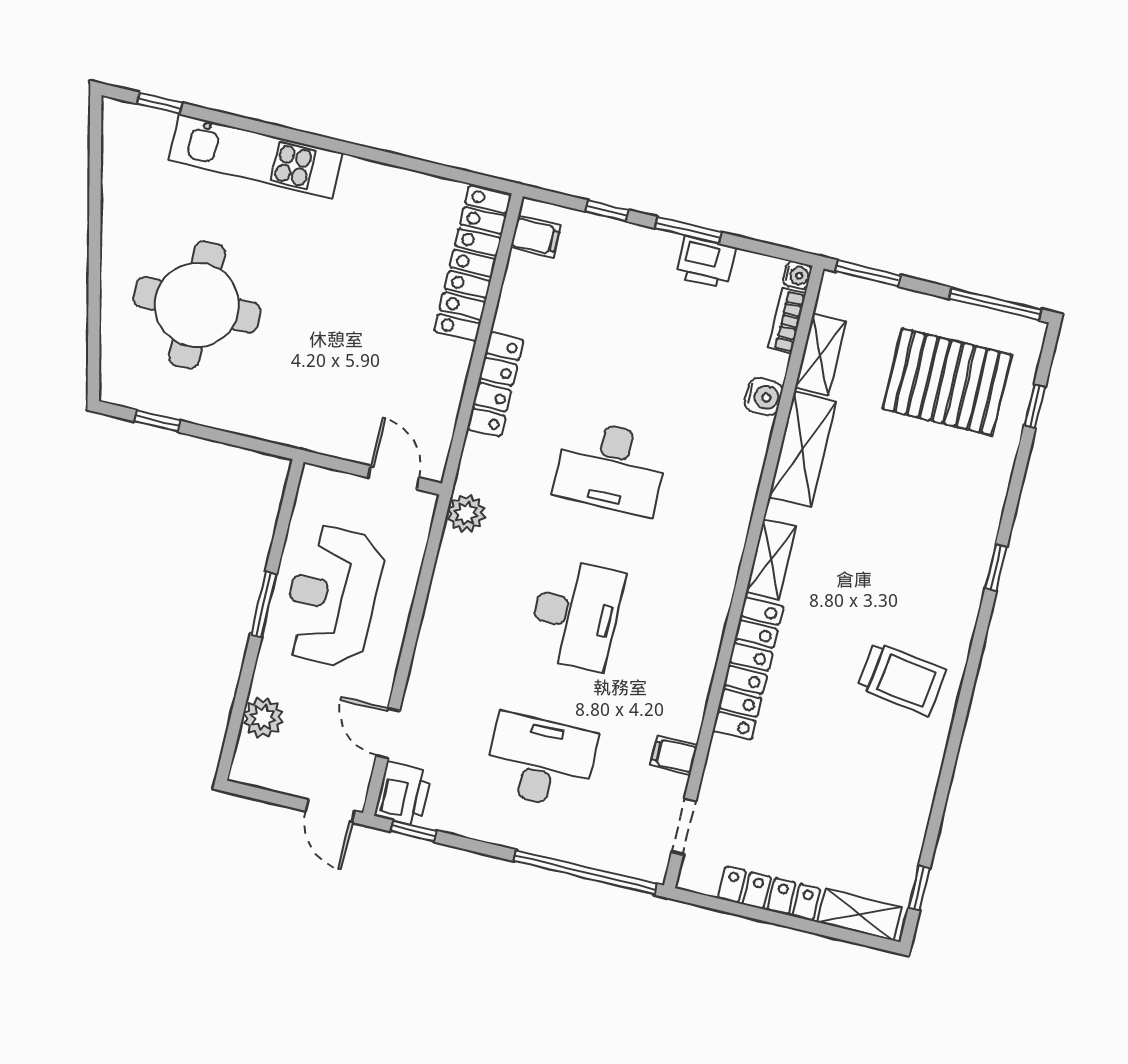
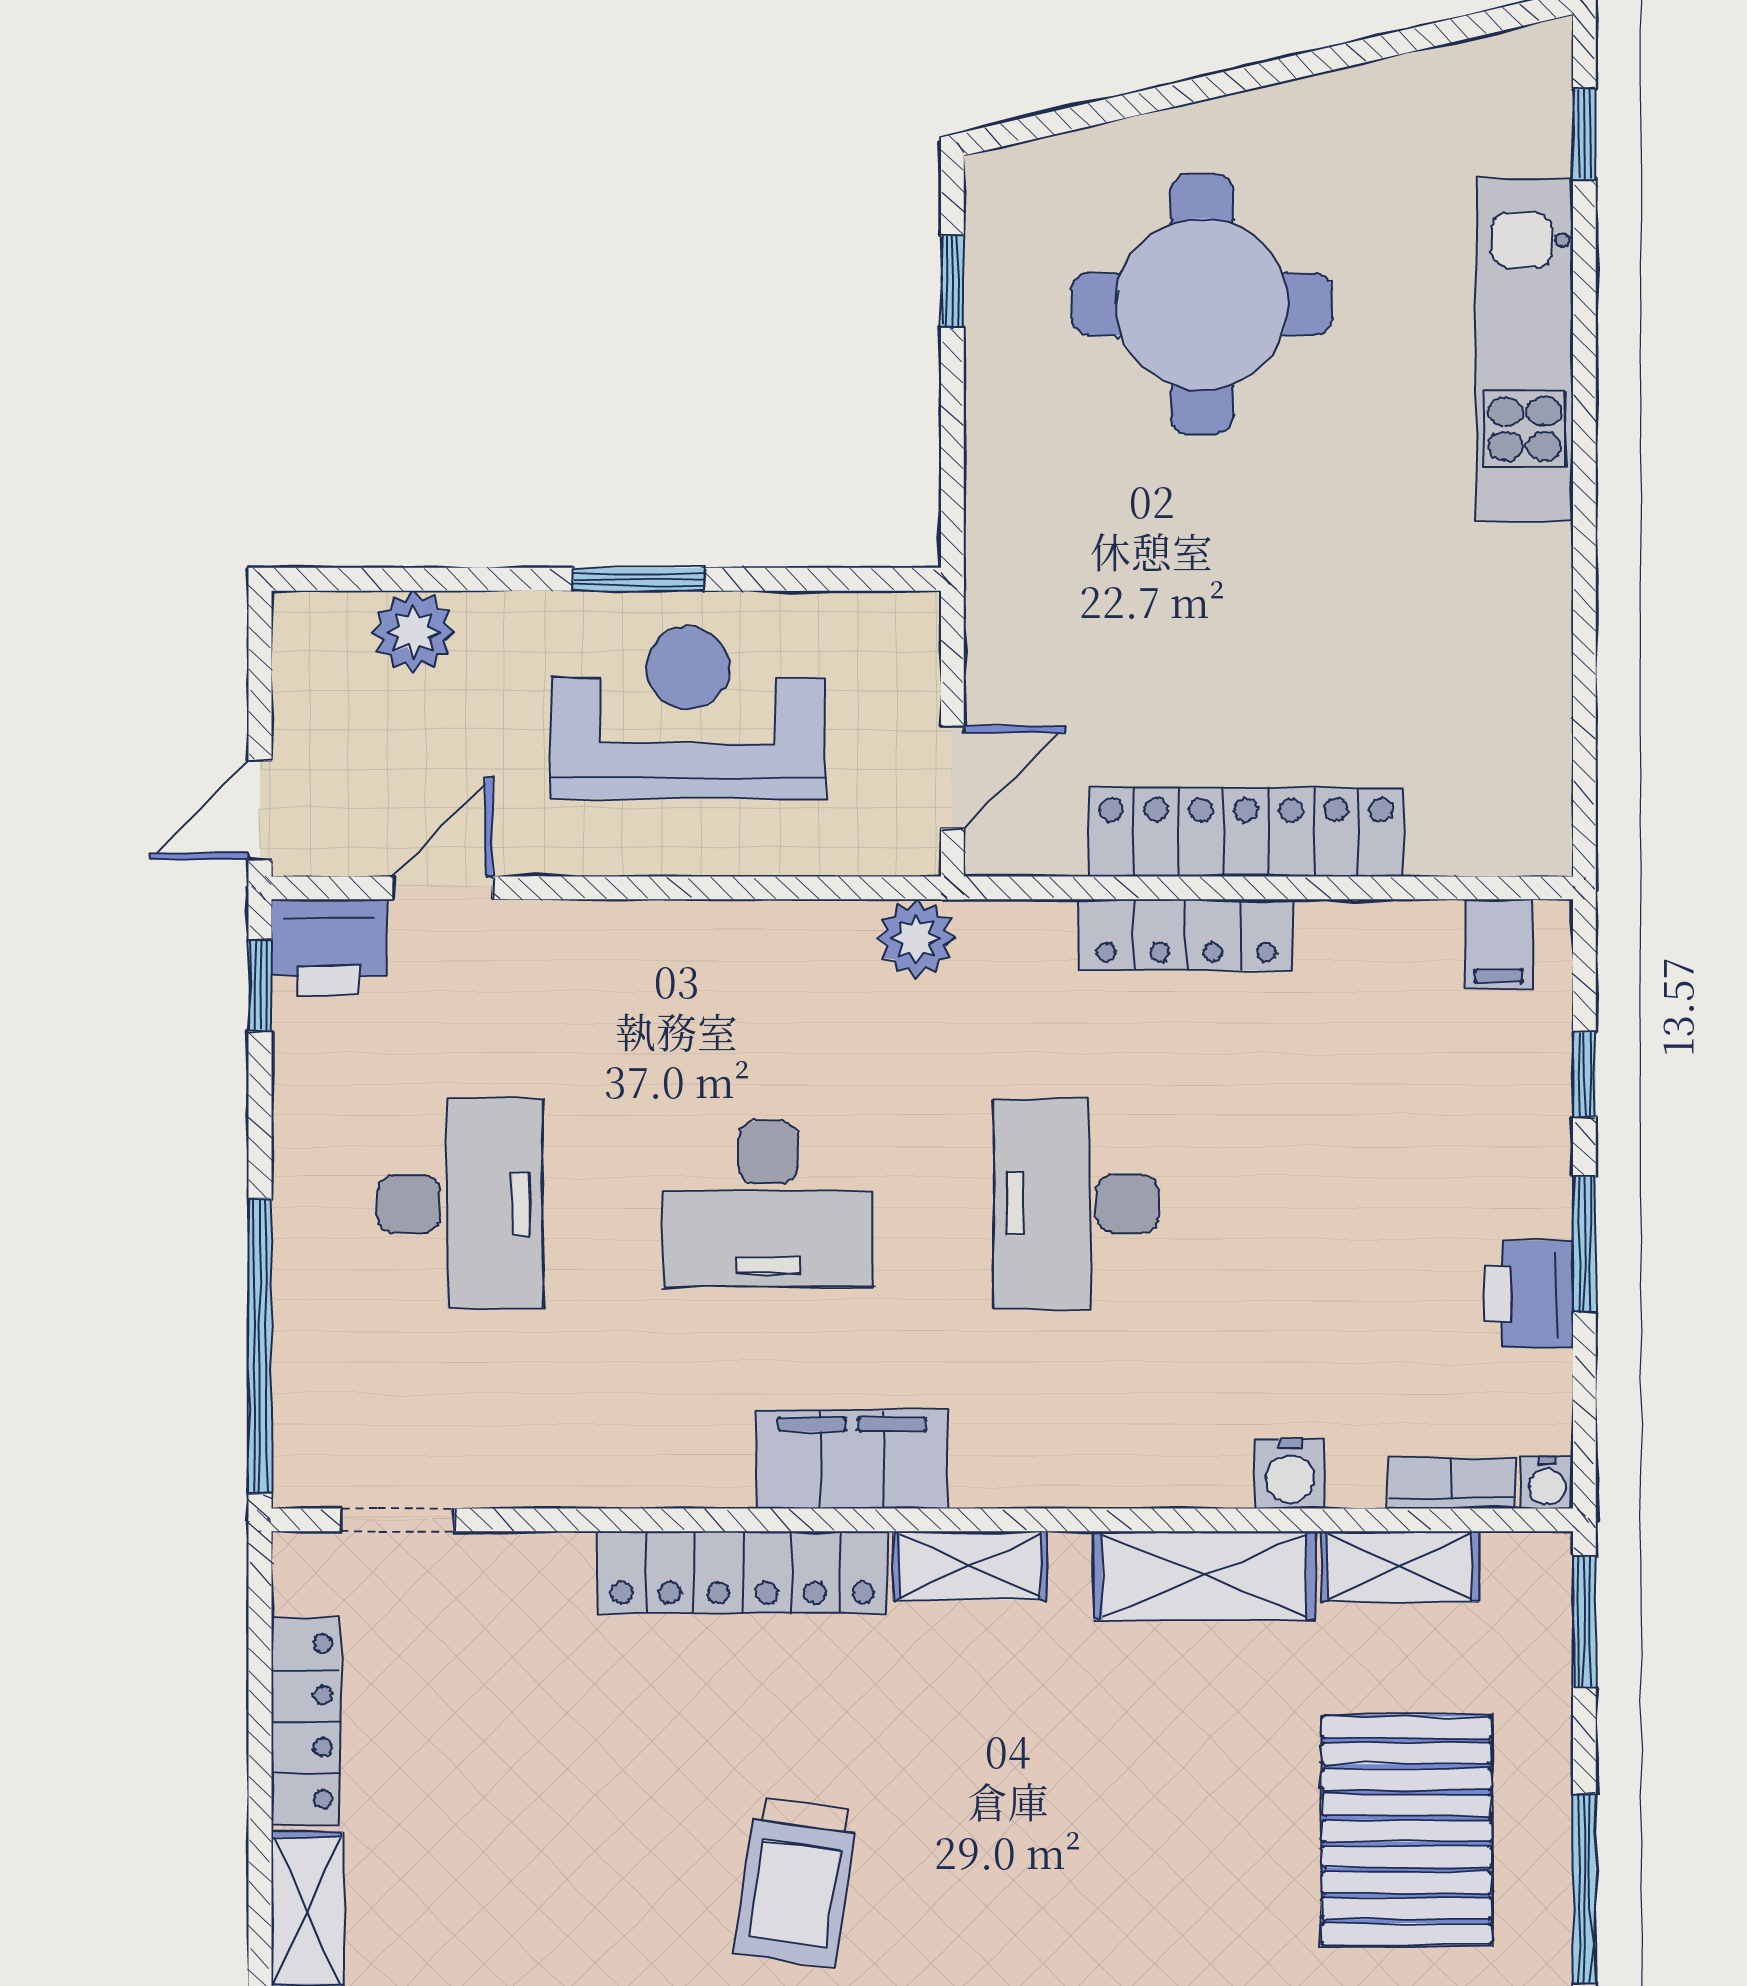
locker: (473, 263) -> (1246, 832), moved
filing cabinet: (674, 755) -> (852, 1459), moved, width x3.00, depth x1.17

